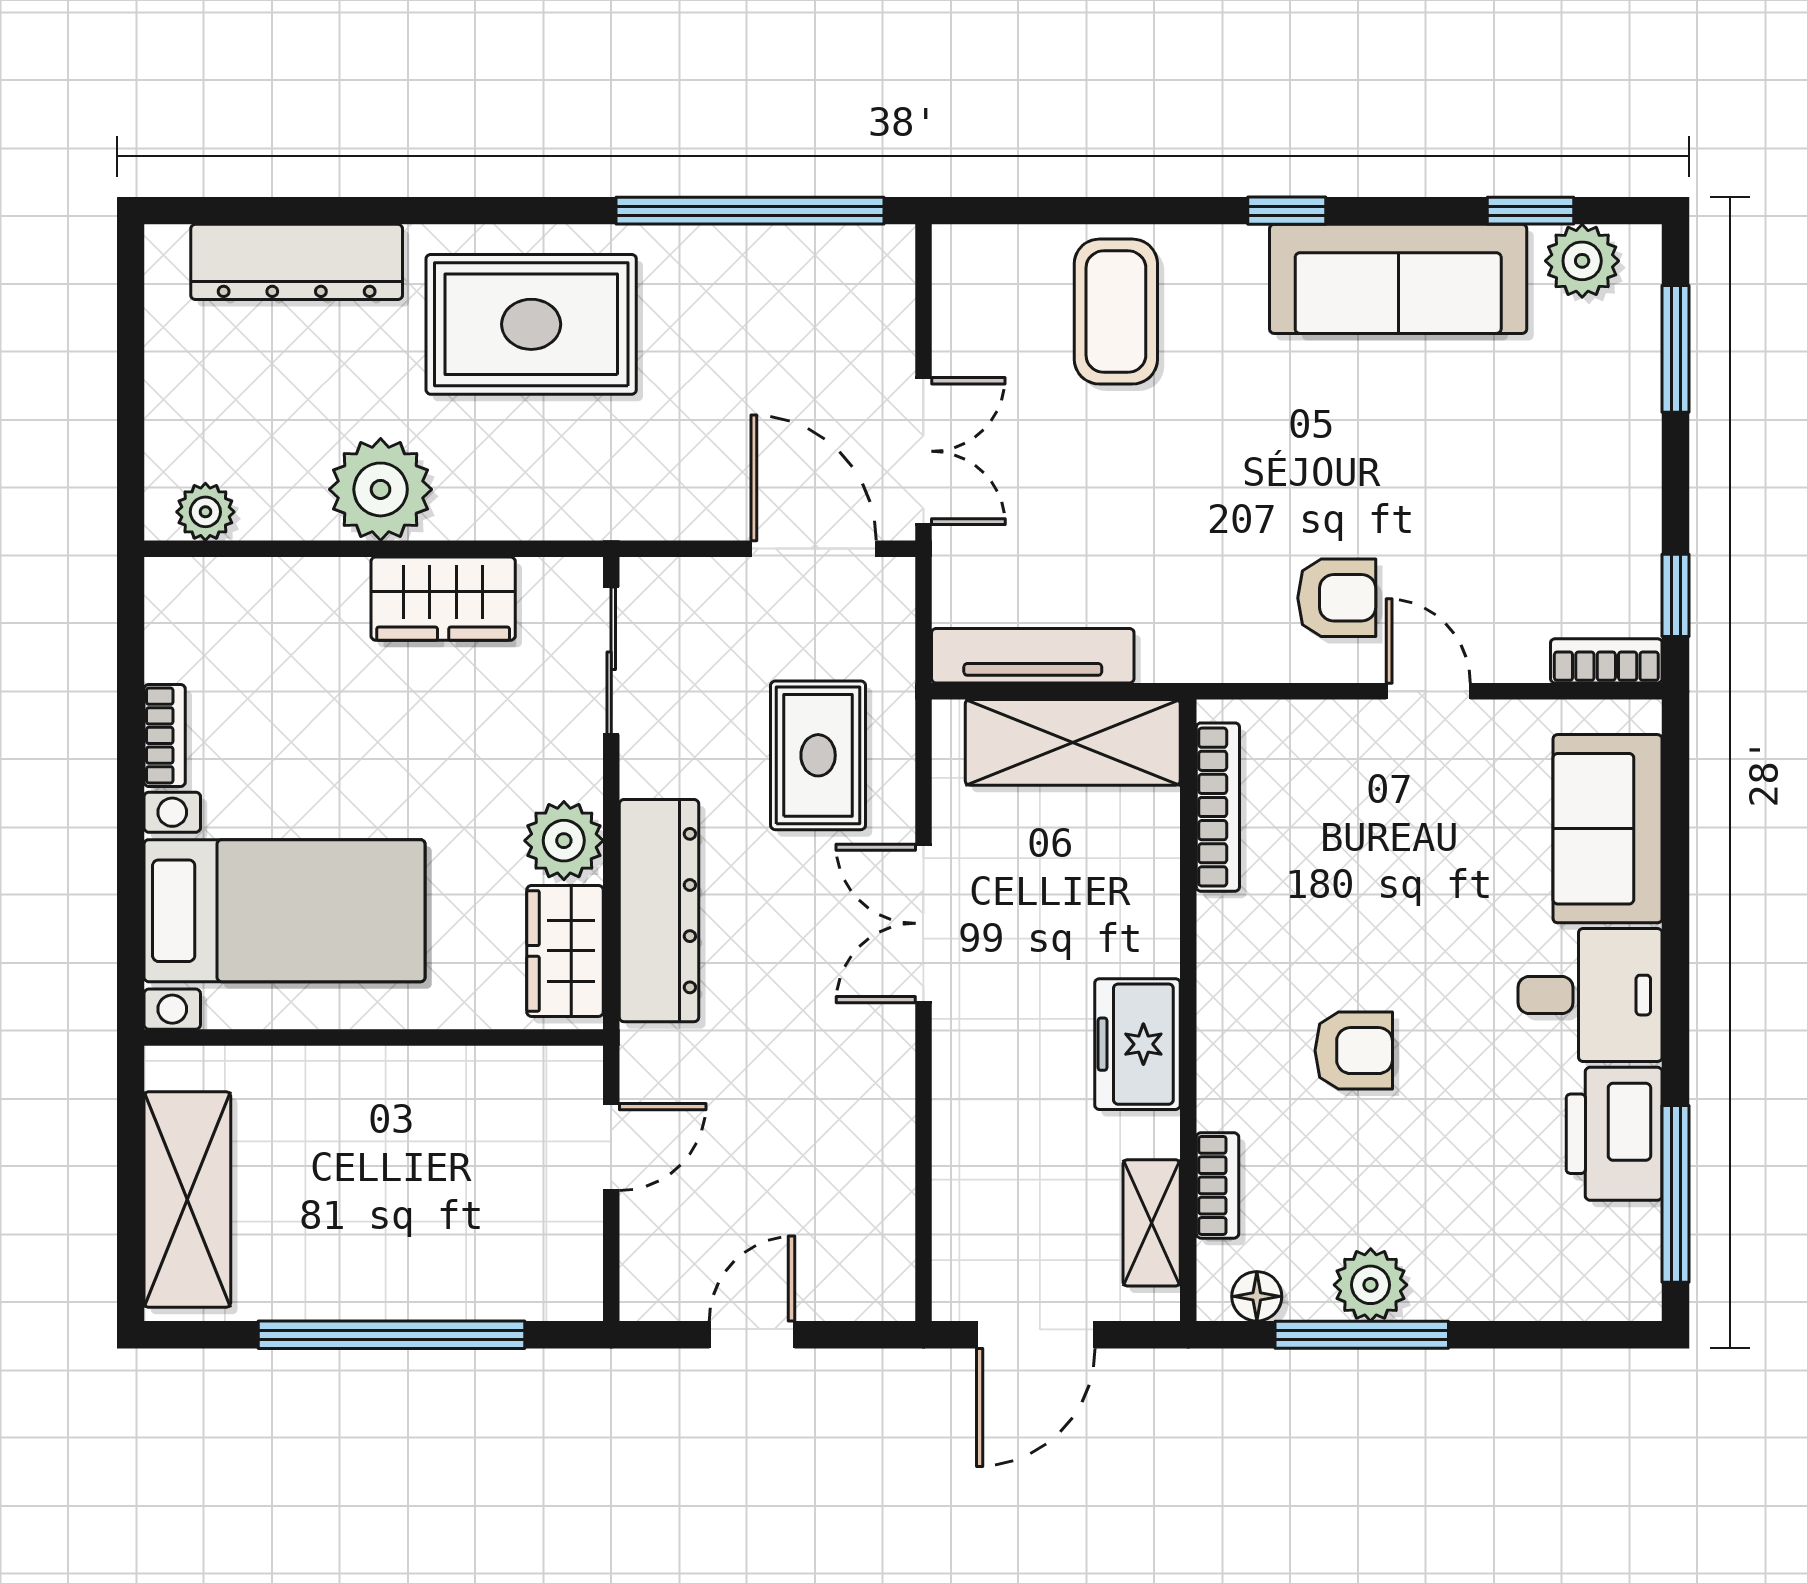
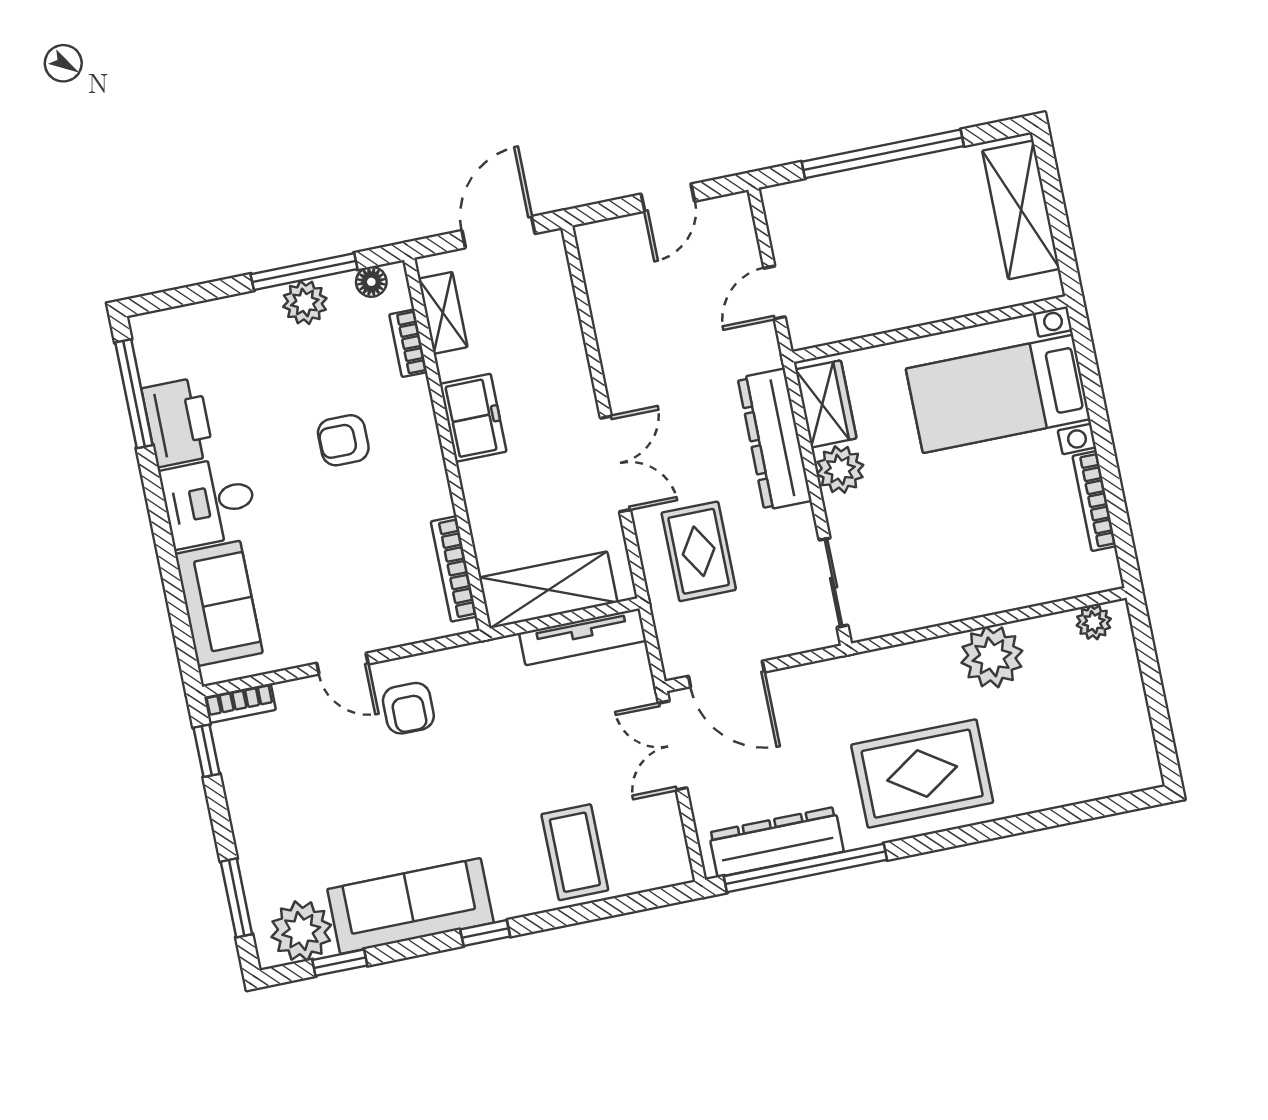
plant: (1582, 261) -> (301, 931), width x1.36, depth x1.36
dresser: (297, 262) -> (776, 842), moved
armchair: (1337, 598) -> (408, 708), turned -90
wardrobe: (443, 599) -> (941, 599), removed
bookcase: (165, 735) -> (1094, 501), width x1.56

